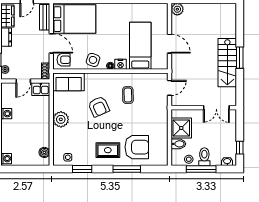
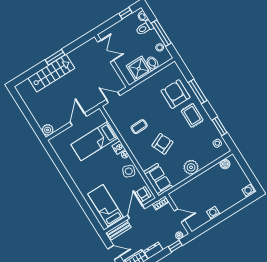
bed: (74, 19) -> (106, 206), width x0.67
stairs: (227, 63) -> (51, 73), moved
kitchen sink: (41, 89) -> (177, 198), removed
toilet: (204, 157) -> (145, 28), moved

